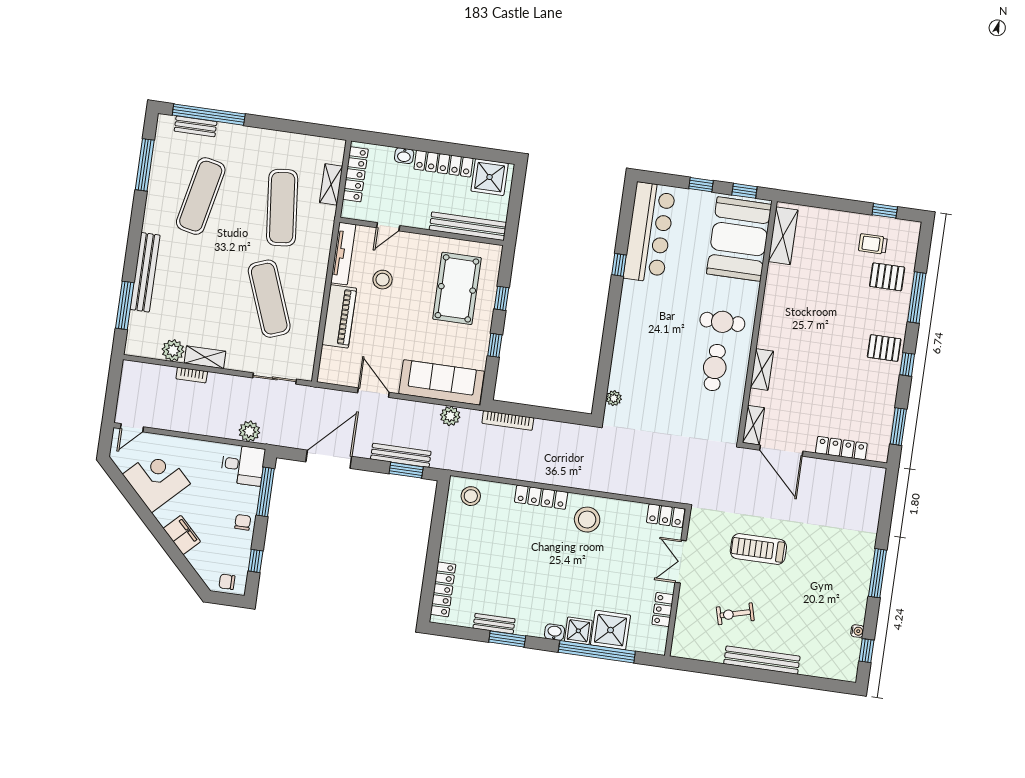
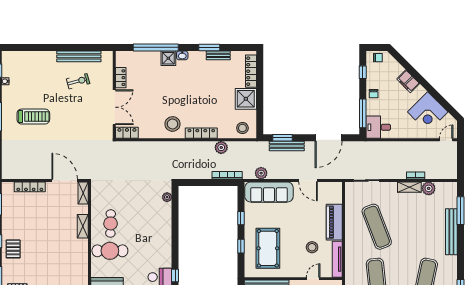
cafe table: (722, 322) -> (110, 251), width x1.37, depth x1.35
pallet: (884, 348) -> (13, 249), turned 90
plant: (249, 431) -> (221, 147), moved
treadmill: (758, 549) -> (33, 117), moved
double door: (681, 562) -> (114, 107), width x1.37
shower: (610, 630) -> (246, 99), moved
bench: (762, 660) -> (79, 56), moved

